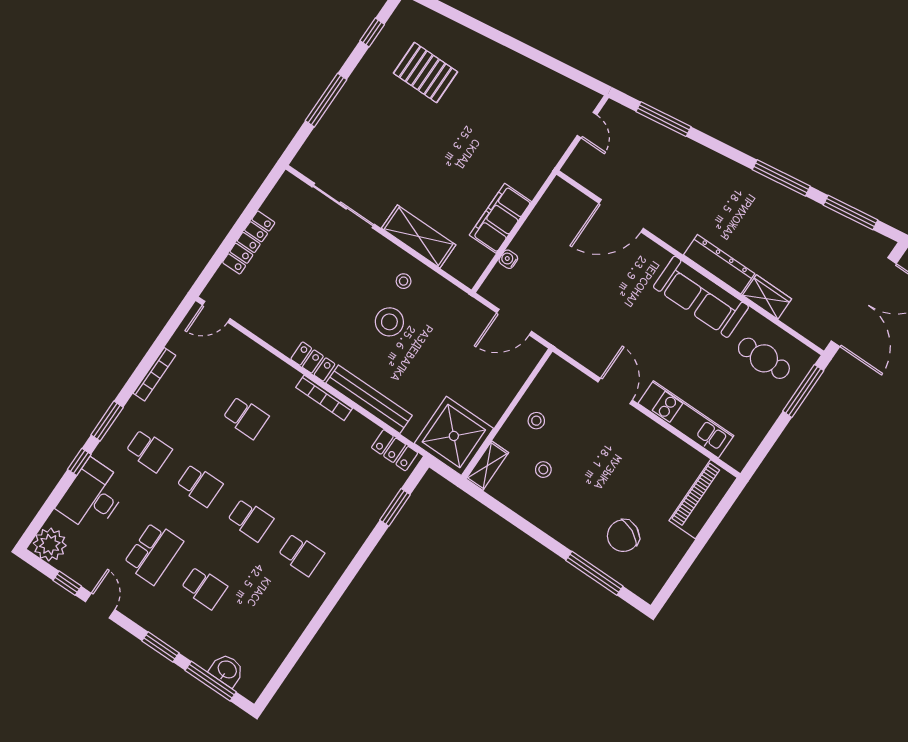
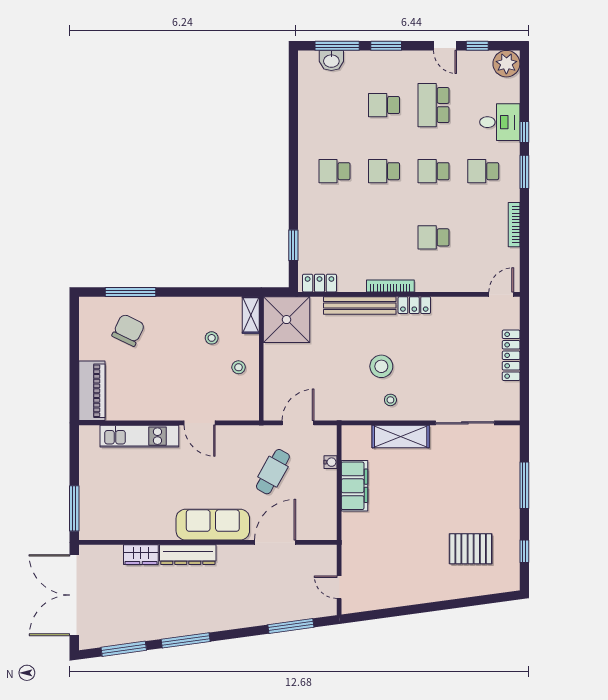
sofa: (701, 297) -> (213, 525), moved
cafe table: (764, 358) -> (273, 472), moved, turned -60
desk: (93, 496) -> (500, 122), width x0.73

